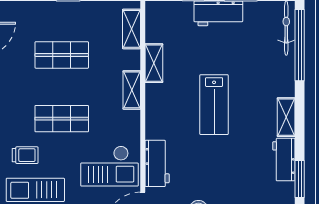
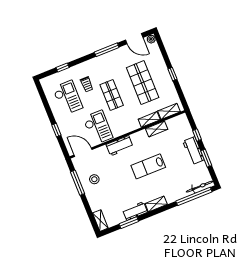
shop shelf: (62, 55) -> (143, 83), width x1.43, depth x1.36
shelving: (132, 90) -> (149, 119), moved
workbench: (157, 163) -> (120, 146), moved
checkout: (109, 166) -> (98, 127), turned 180

